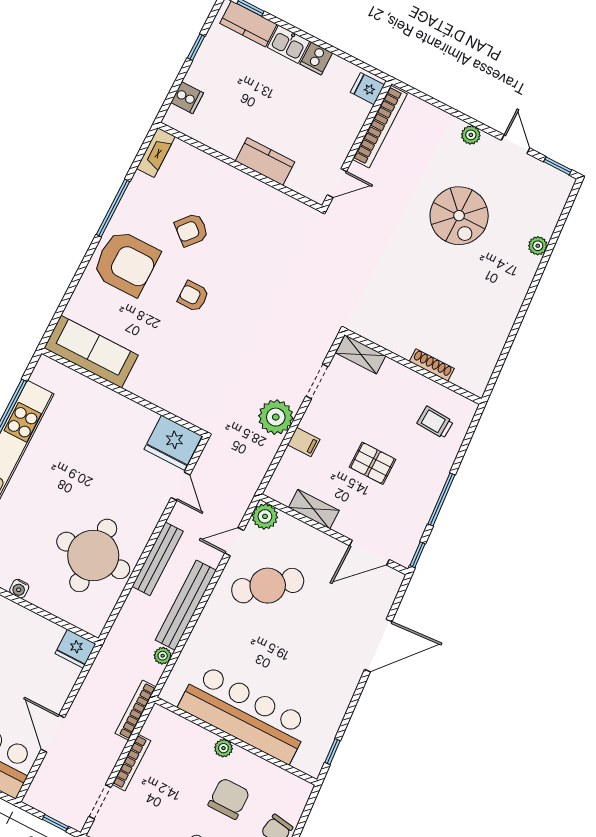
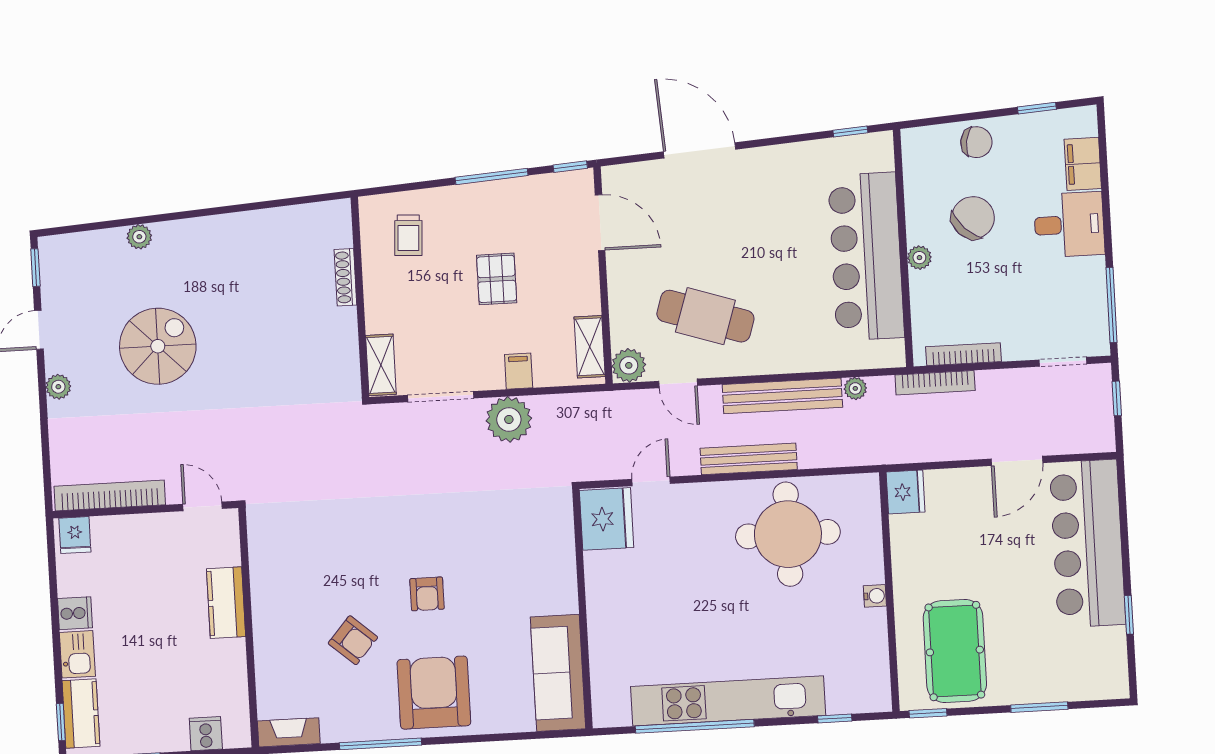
doorway: (317, 381) -> (441, 397), width x1.38
shelving: (314, 509) -> (590, 347), moved
cafe table: (268, 586) -> (705, 316), turned -33
bookcase: (131, 763) -> (963, 354), moved
chair: (229, 799) -> (973, 218), turned 135

